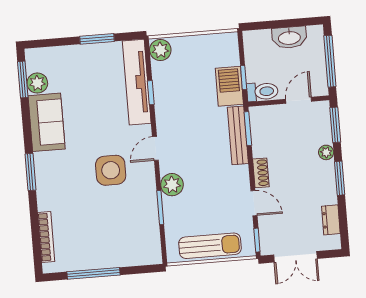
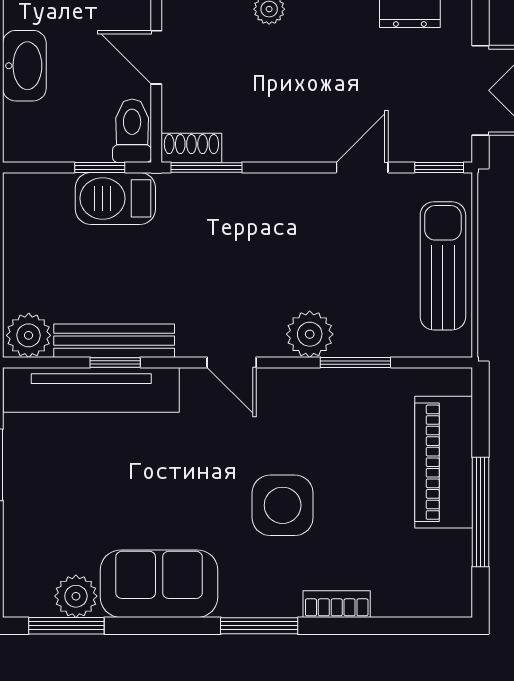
bench: (238, 135) -> (114, 341), moved
side table: (111, 170) -> (283, 505), moved
shoe rack: (261, 173) -> (191, 148), moved
bookcase: (46, 237) -> (337, 604), moved, width x0.64
piano: (116, 254) -> (444, 462), added

